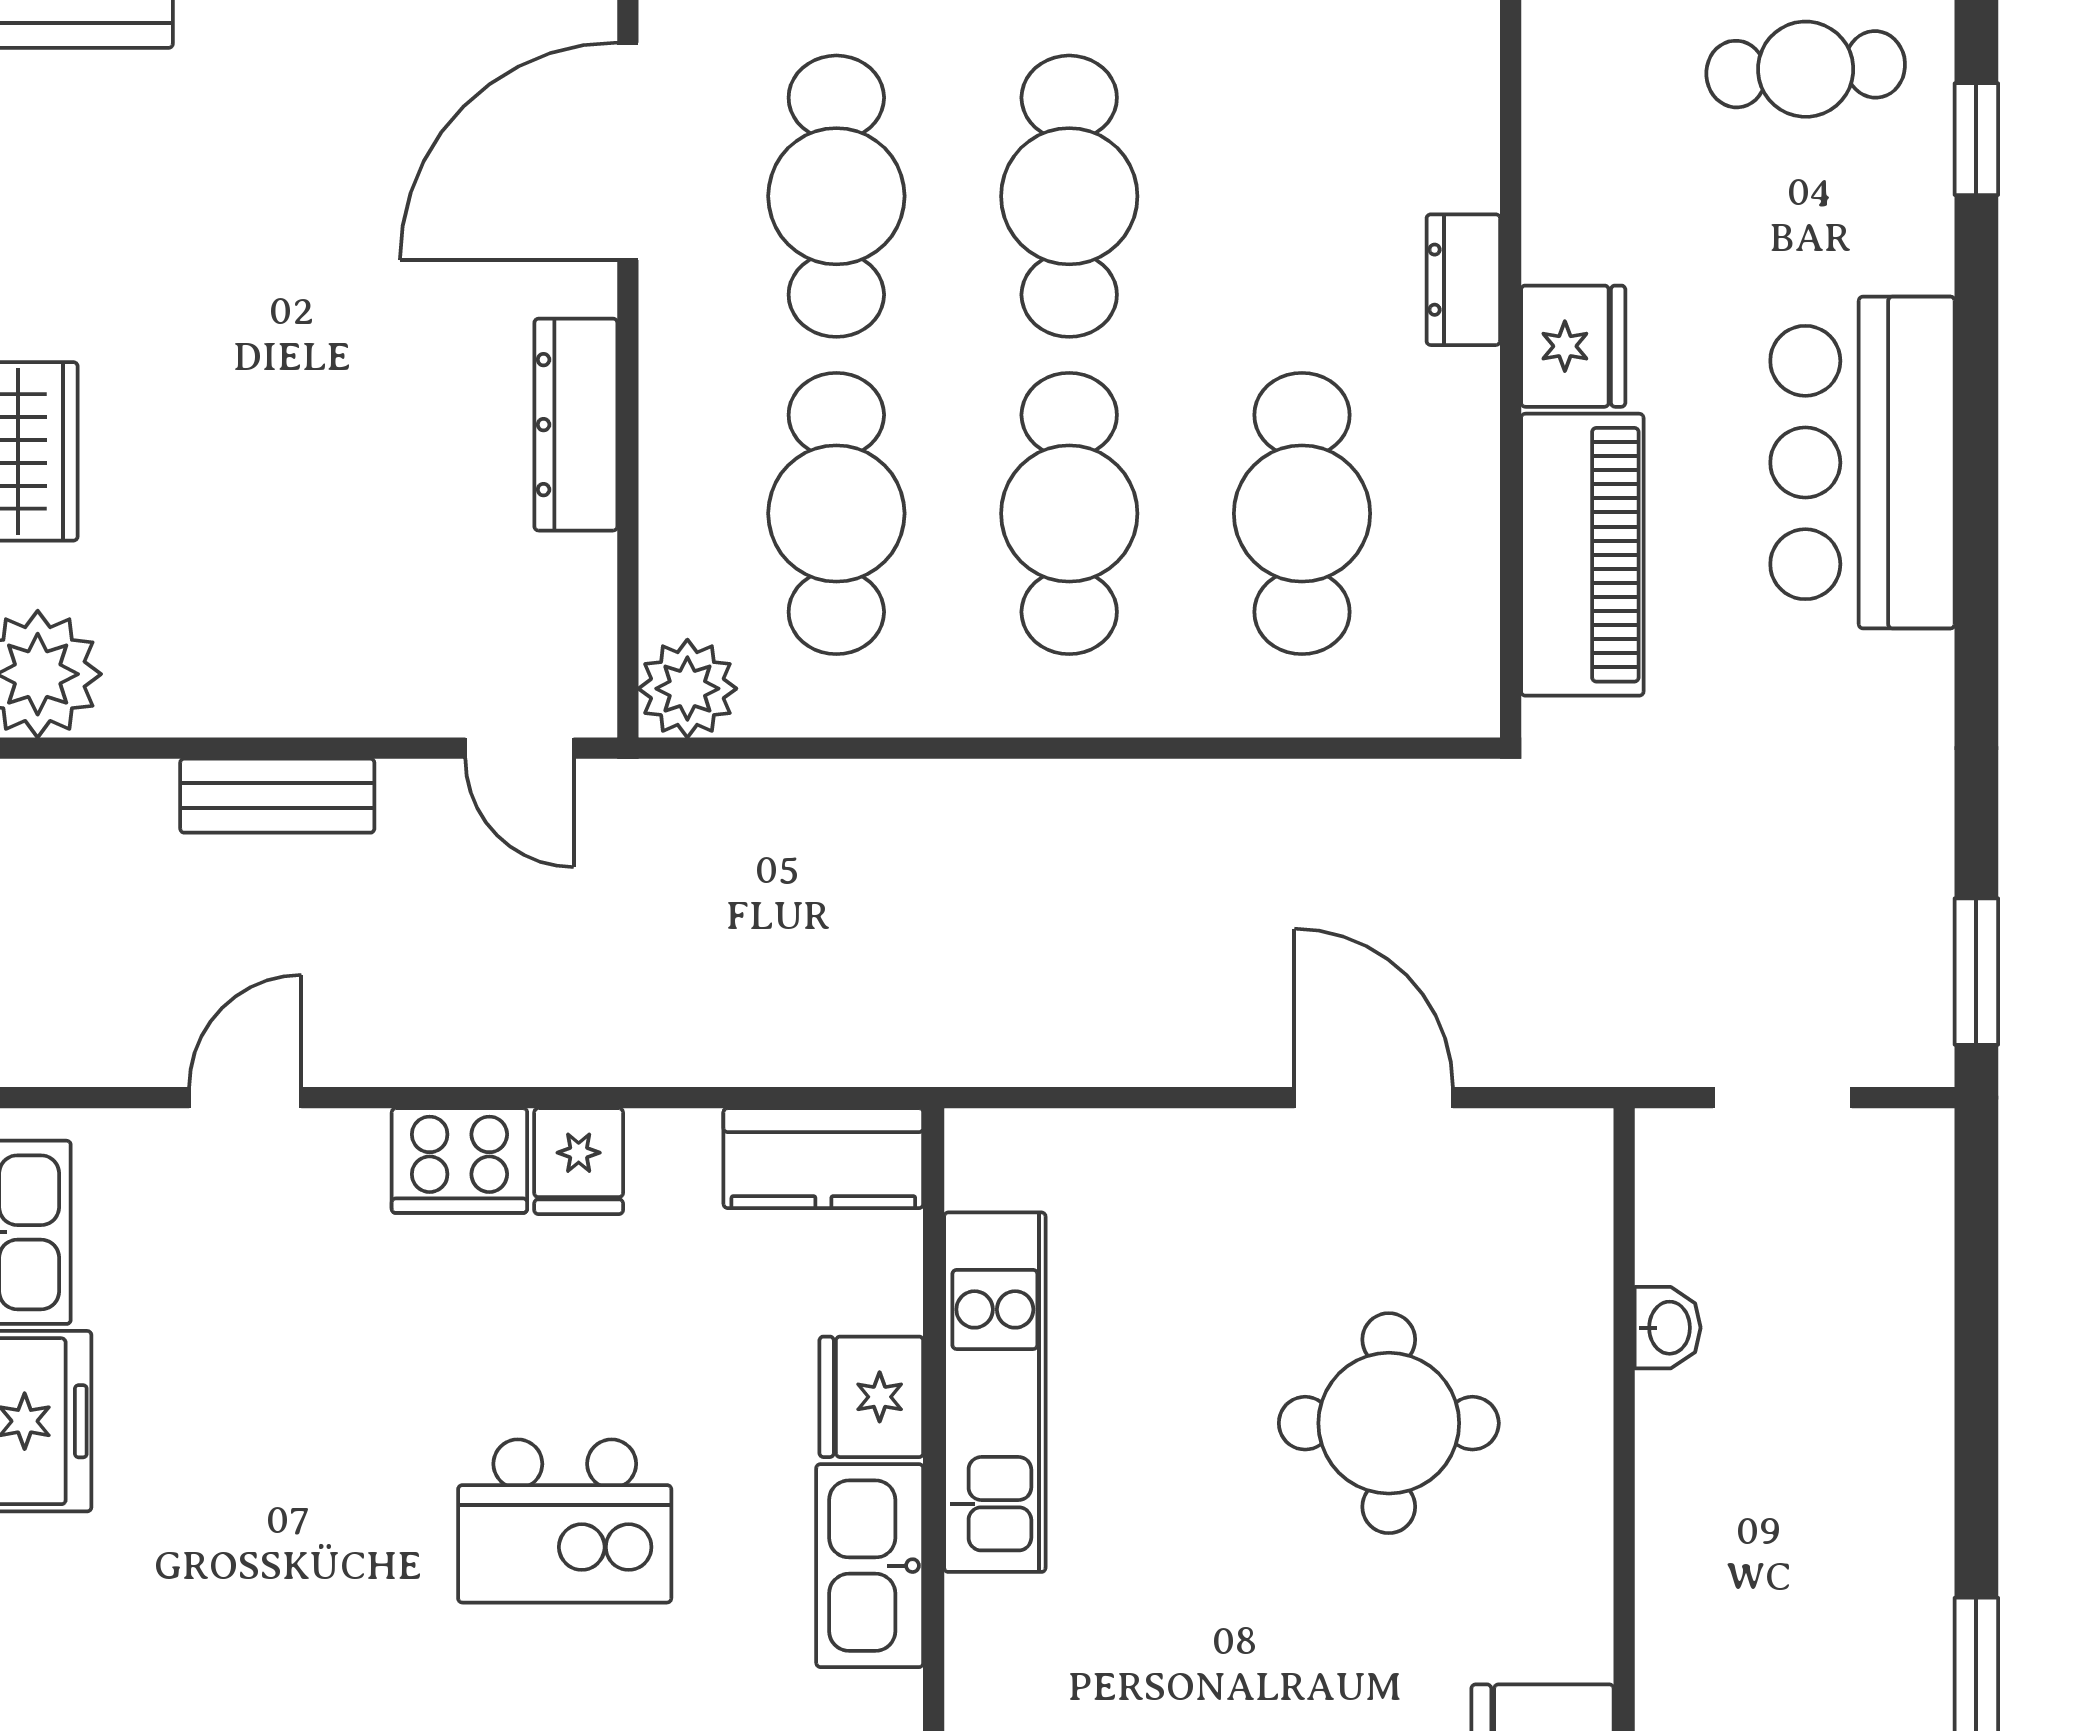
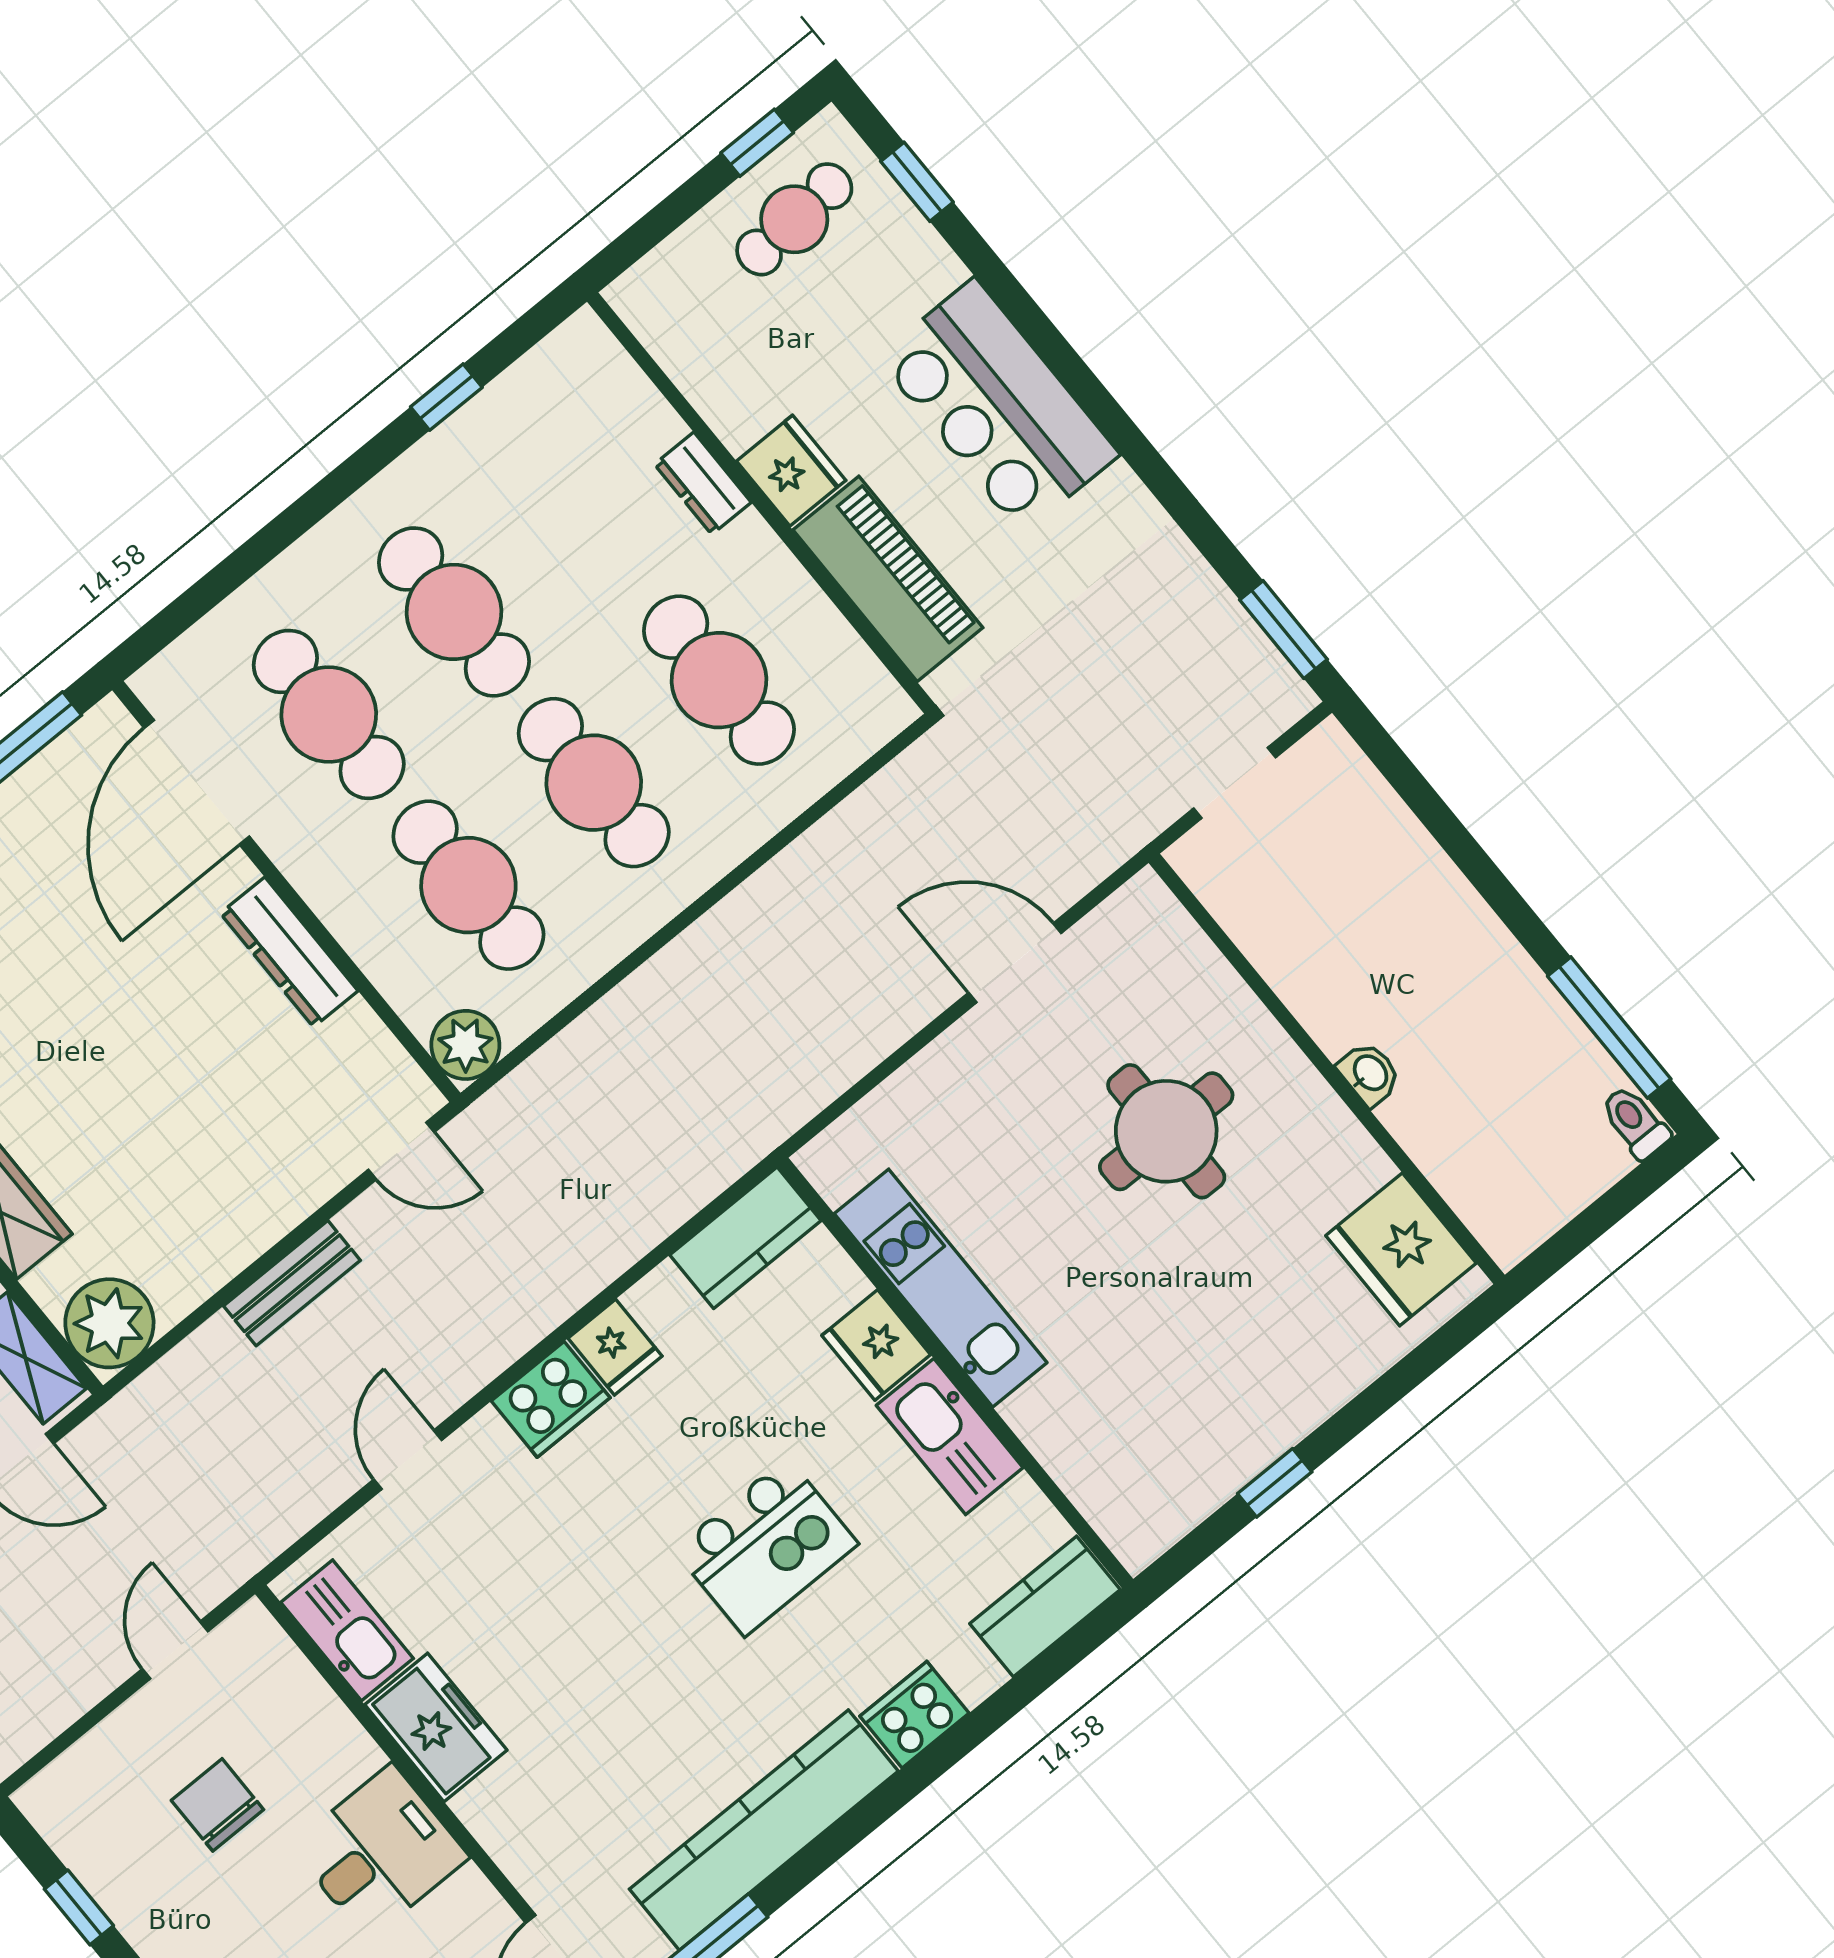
washbasin: (1668, 1328) -> (1369, 1074), moved

